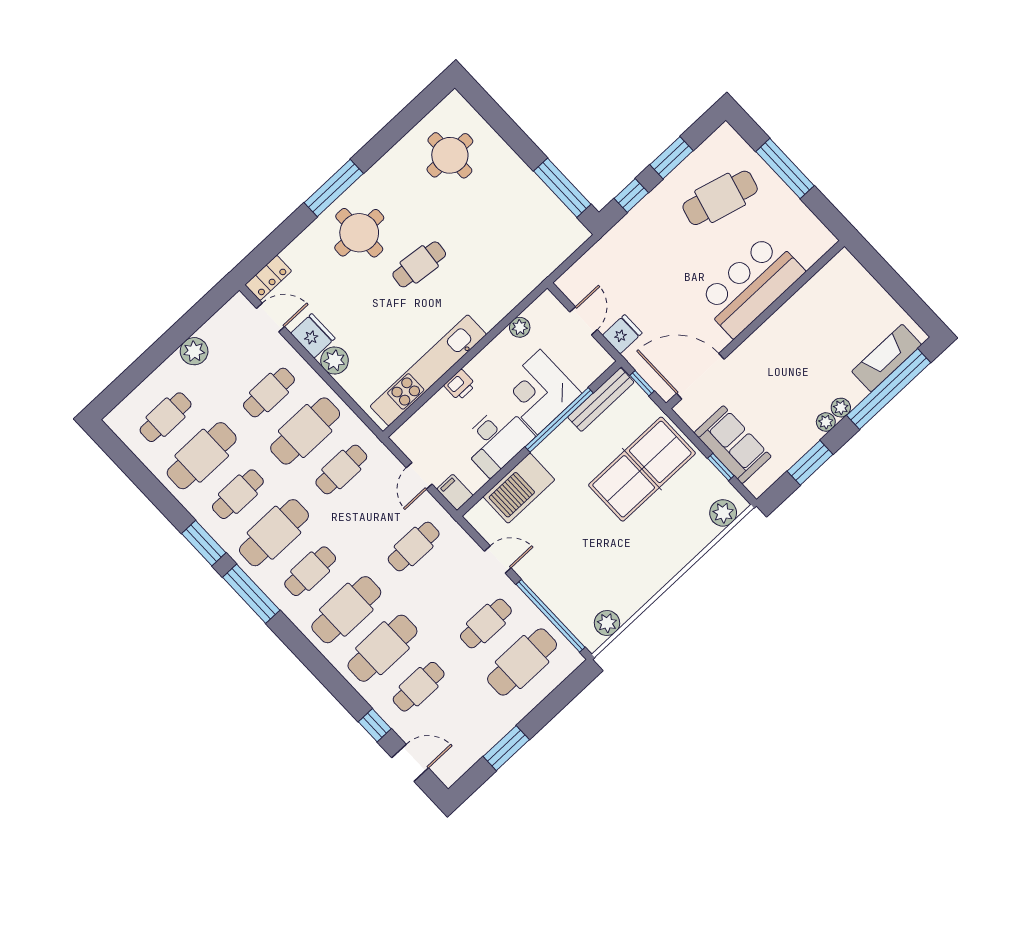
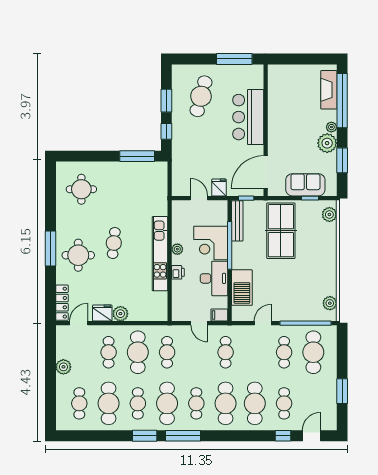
window: (785, 169) -> (234, 59), moved
locker: (268, 278) -> (62, 303), width x1.53
plant: (520, 327) -> (177, 249), moved
kitchen unit: (428, 370) -> (160, 254), moved
plant: (826, 422) -> (327, 143), width x1.88, depth x1.88

